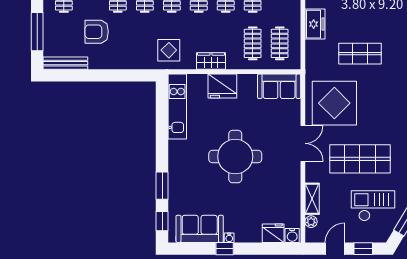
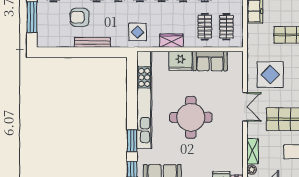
bench: (65, 63) -> (92, 42), moved
sofa: (279, 86) -> (210, 61), moved
display table: (334, 103) -> (270, 75), width x0.73, depth x0.73
kitchen unit: (177, 107) -> (144, 100), width x1.86

